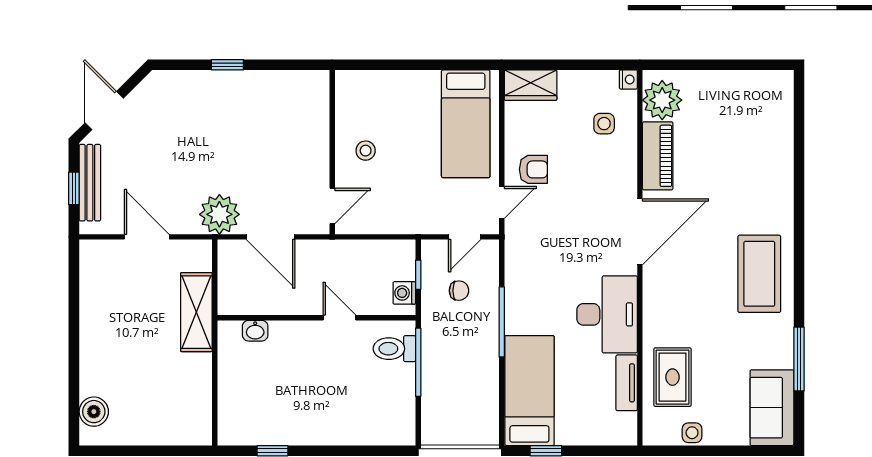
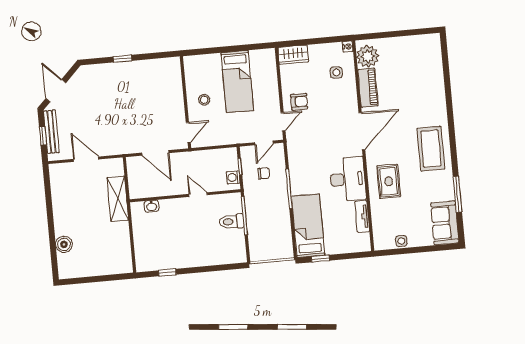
bed: (466, 124) -> (237, 82), moved
plant: (219, 214) -> (126, 143), removed
toilet: (394, 349) -> (231, 222), moved
rug: (672, 377) -> (389, 181), moved
boiler: (94, 412) -> (64, 244), moved

